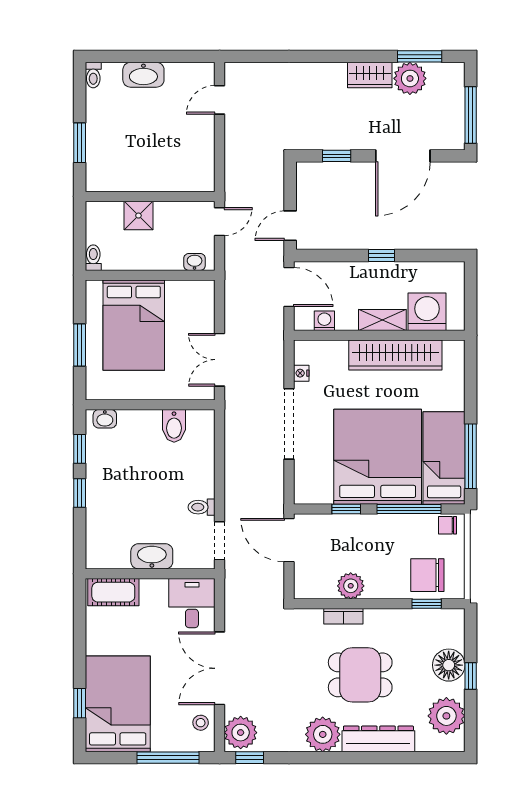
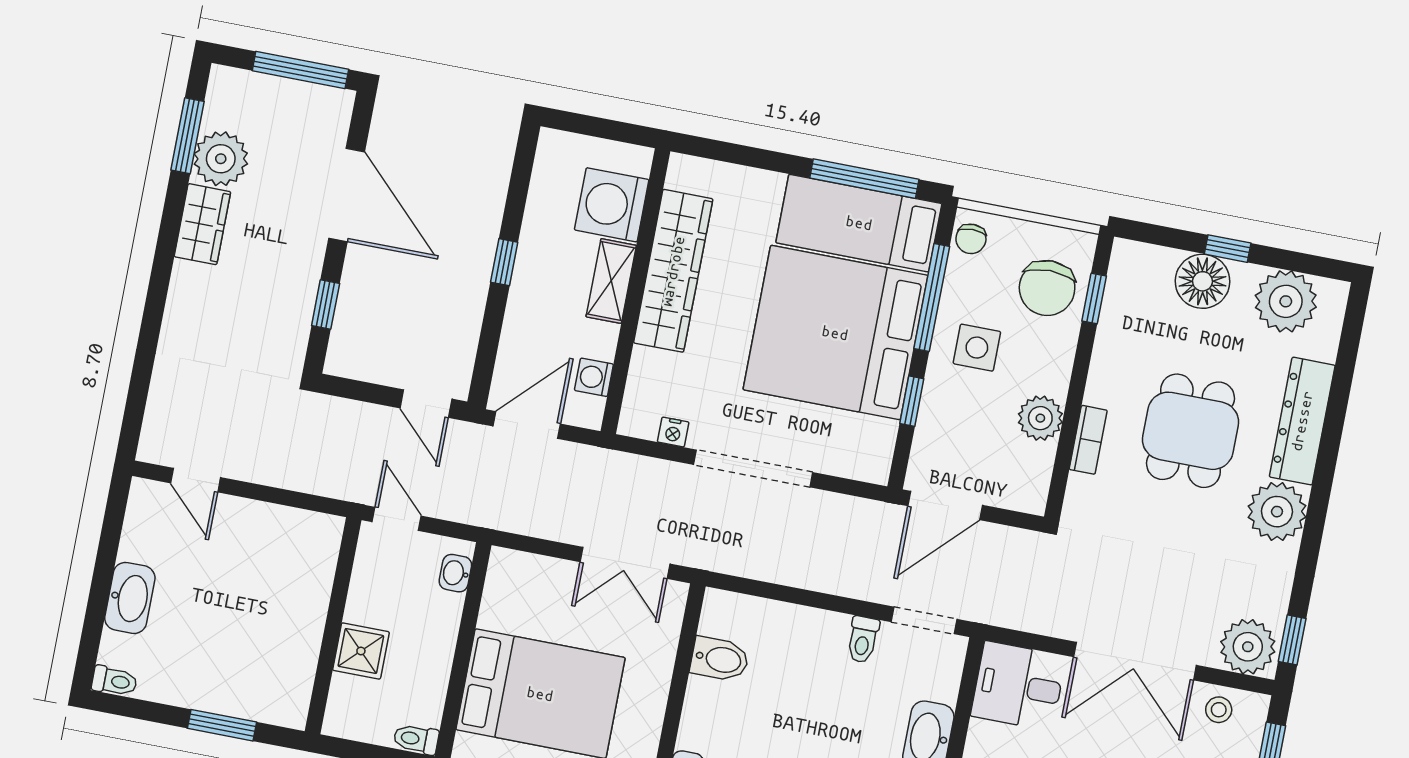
side table: (385, 541) -> (977, 348), added

